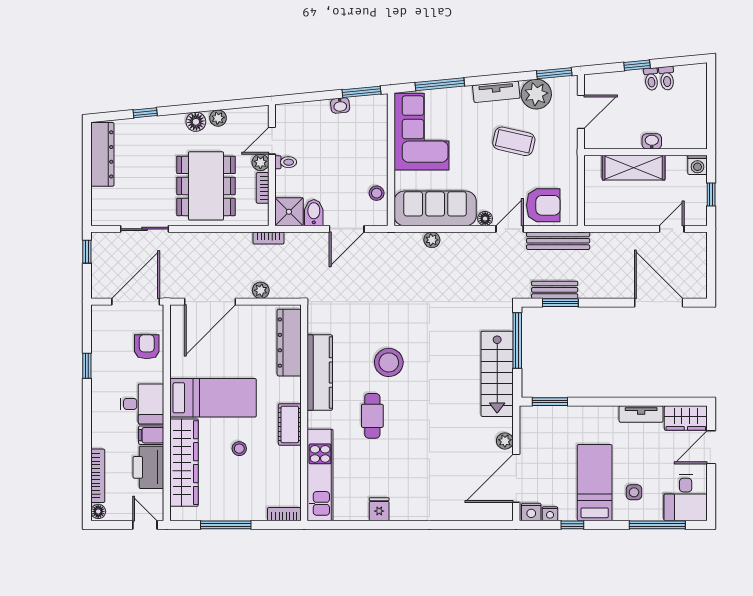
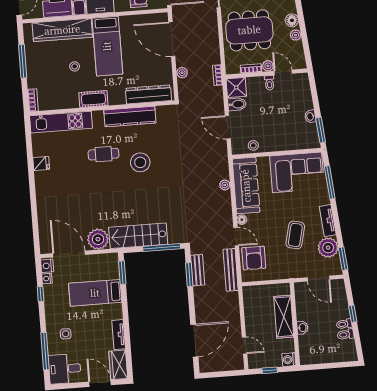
plant: (505, 441) -> (98, 239), width x1.88, depth x1.88
bed: (595, 483) -> (95, 293), moved, turned 180

